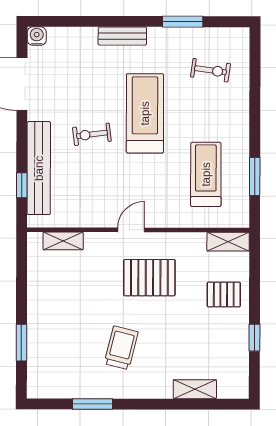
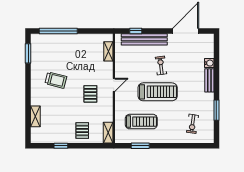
water cooler: (37, 36) -> (209, 63), moved
treadmill: (145, 113) -> (158, 92), moved
door: (131, 230) -> (114, 85), hinge flipped
pallet: (149, 278) -> (90, 94), width x0.67, depth x0.71
window: (21, 343) -> (58, 31), width x2.11
window: (92, 404) -> (28, 53), moved

